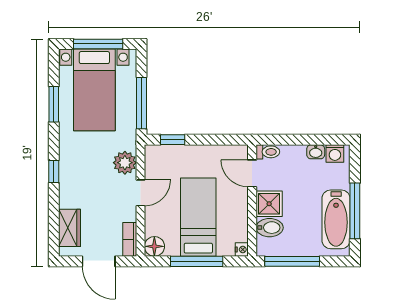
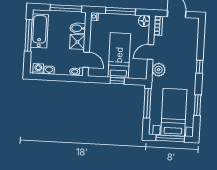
window: (173, 140) -> (117, 81), moved
bed: (198, 217) -> (119, 55), moved, turned 180
wardrobe: (70, 228) -> (192, 34), removed

